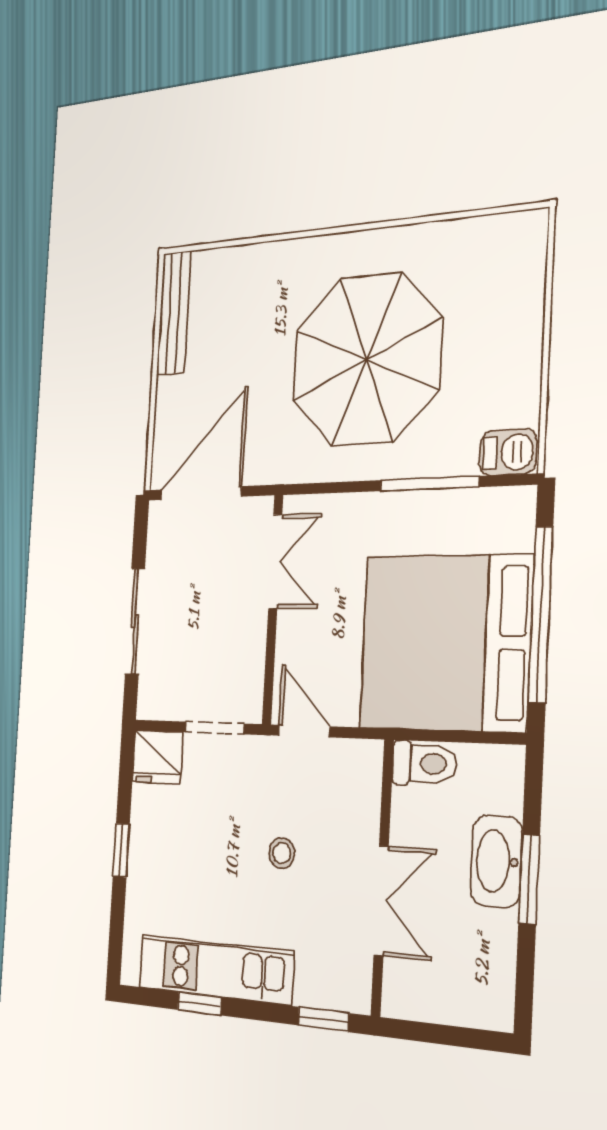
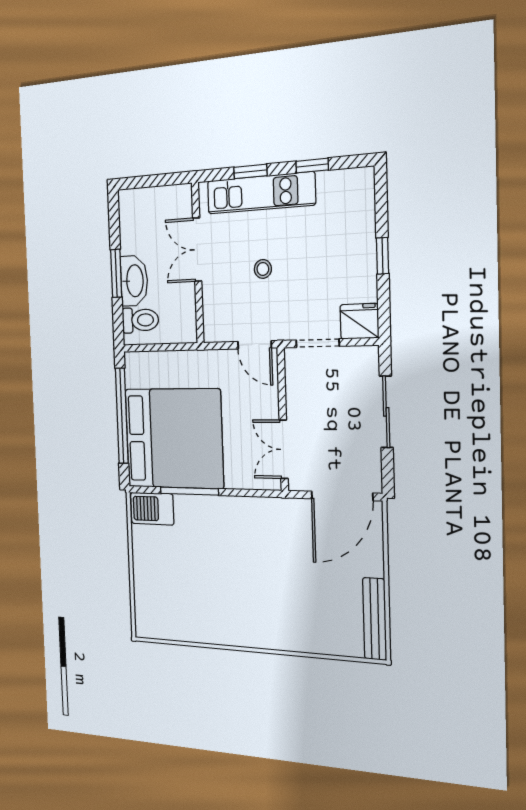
parasol: (366, 360) -> (234, 568), removed
barbecue: (508, 452) -> (152, 509), width x1.38, depth x1.27
bed: (445, 643) -> (174, 438), moved
toilet: (424, 763) -> (140, 320), moved, turned 180
kitchen unit: (215, 970) -> (261, 193), moved
window: (323, 1019) -> (250, 171), moved

